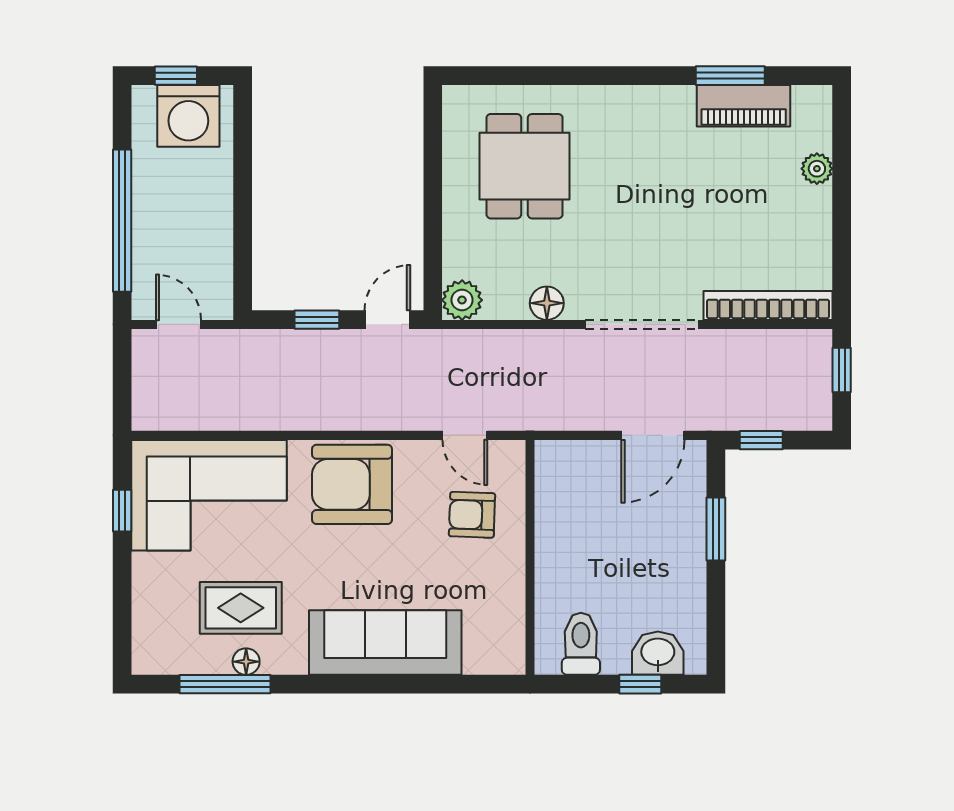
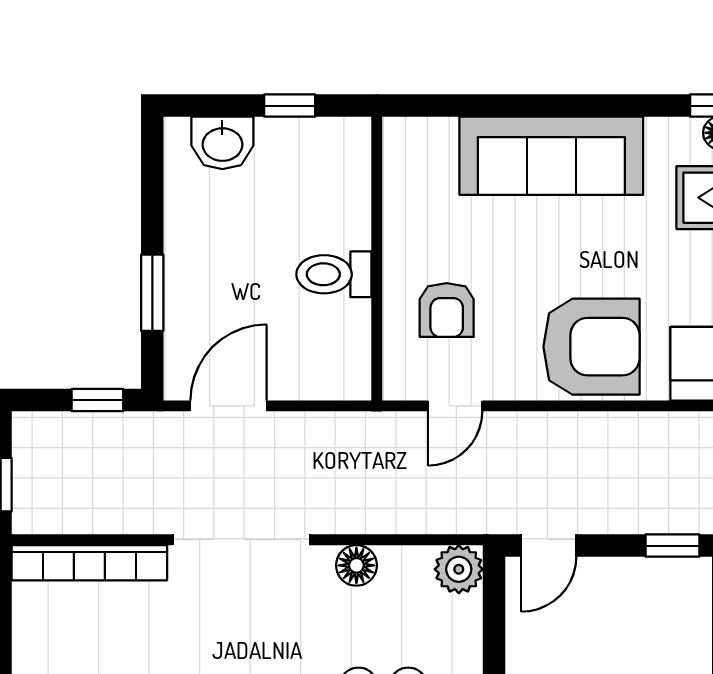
window: (317, 320) -> (672, 546), moved
door: (465, 435) -> (455, 406), swing flipped
armchair: (472, 515) -> (447, 310), turned 88
toilet: (581, 644) -> (334, 274), moved, turned 90
window: (640, 684) -> (290, 106), moved

